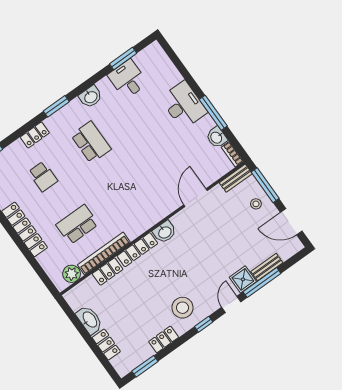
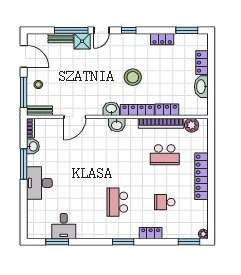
washbasin: (91, 97) -> (117, 125), moved, turned 180
school desk: (43, 176) -> (165, 202), turned -90
stool: (182, 308) -> (133, 77), moved

